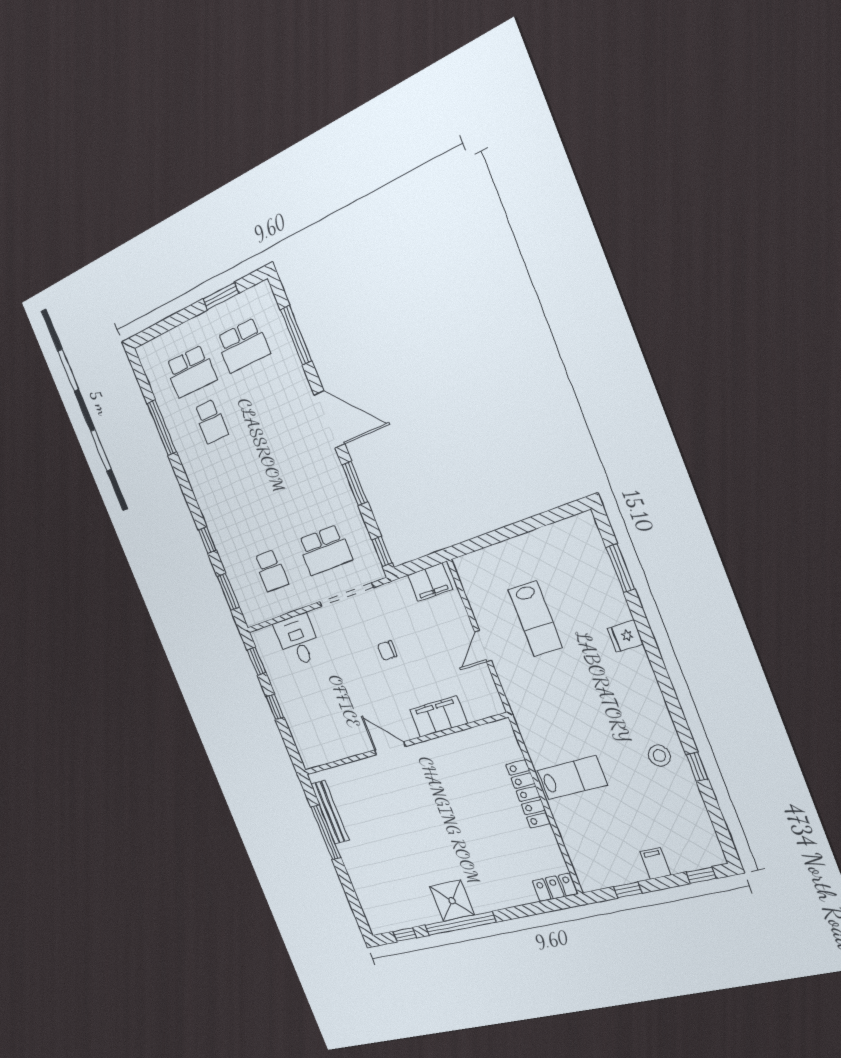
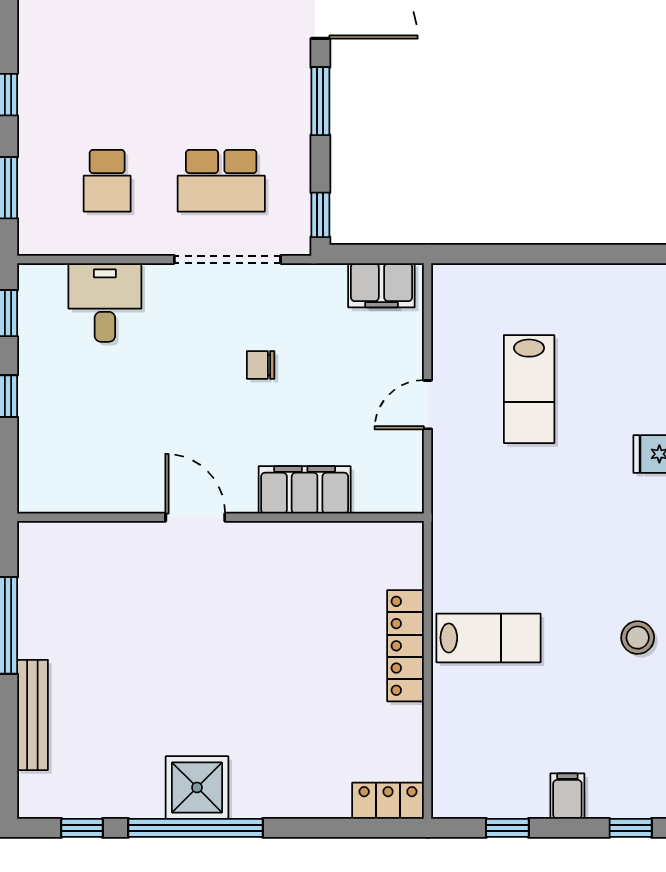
bench: (330, 812) -> (32, 715), moved

